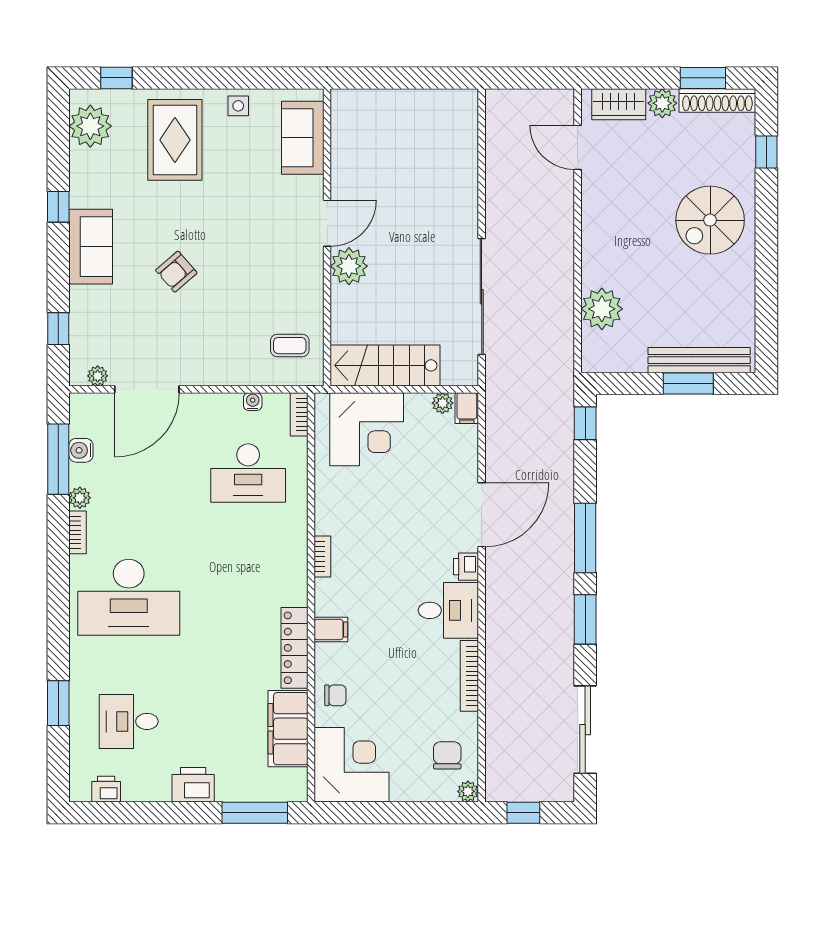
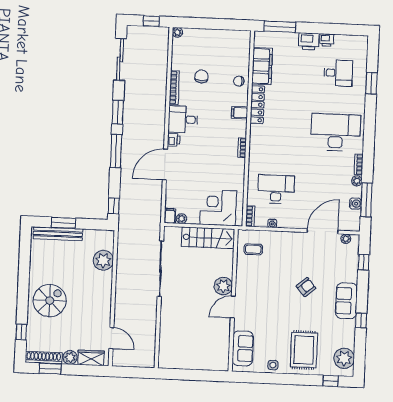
chair: (447, 755) -> (201, 76), moved, turned 180
corner desk: (352, 765) -> (232, 48), removed
printer: (106, 789) -> (327, 40), moved

